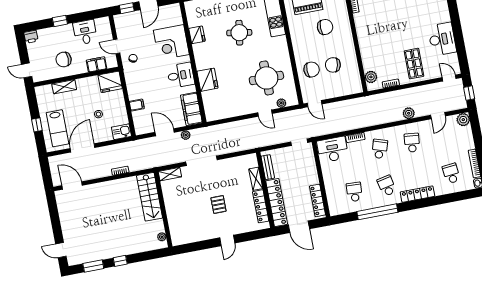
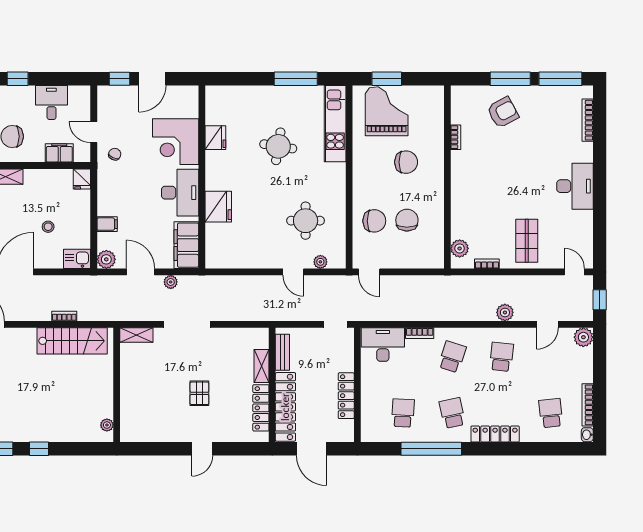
desk: (442, 39) -> (575, 186), moved
chair: (333, 65) -> (407, 220), turned 78
desk: (181, 75) -> (180, 193), width x1.37
round table: (266, 78) -> (306, 221), width x0.73, depth x0.73
fridge: (110, 82) -> (82, 179), width x0.53, depth x0.75
plant: (141, 128) -> (106, 259), added
stairs: (150, 197) -> (72, 341), moved, turned -90
locker: (317, 200) -> (346, 396), moved

